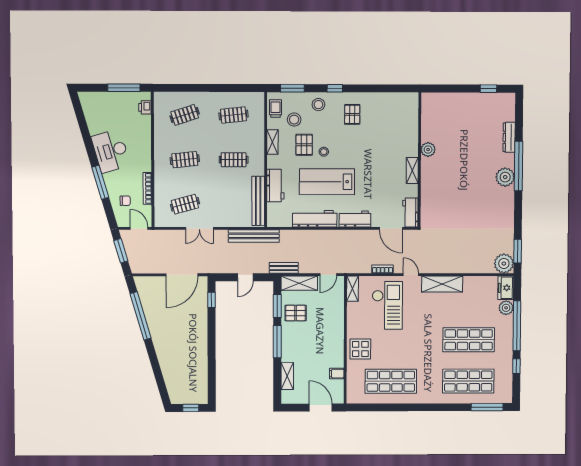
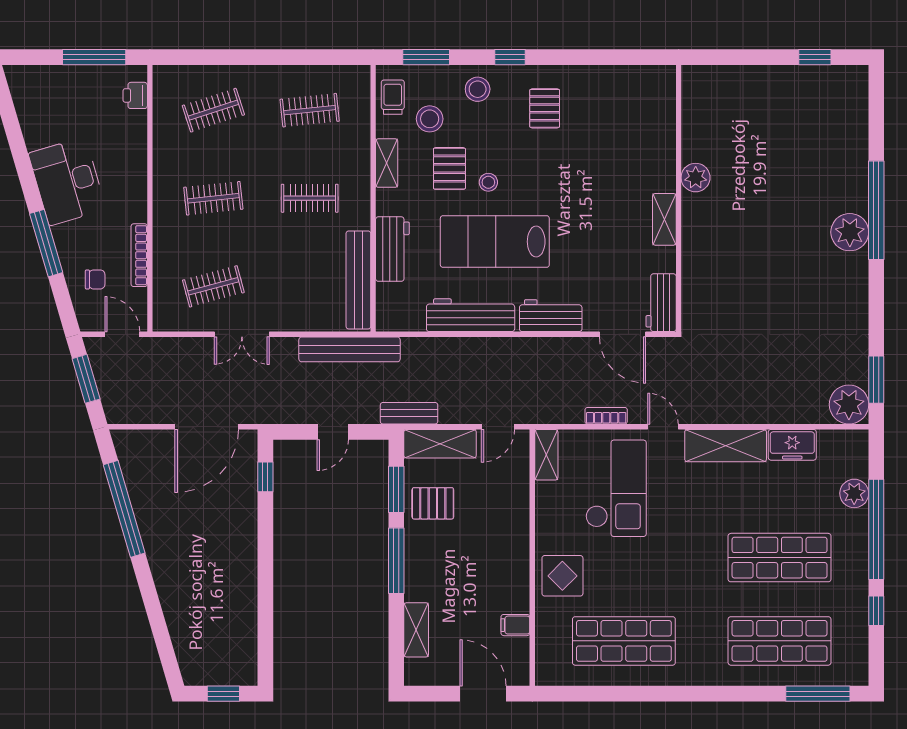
dresser: (509, 137) -> (857, 153), removed
freezer: (506, 288) -> (792, 445), moved, turned -90

